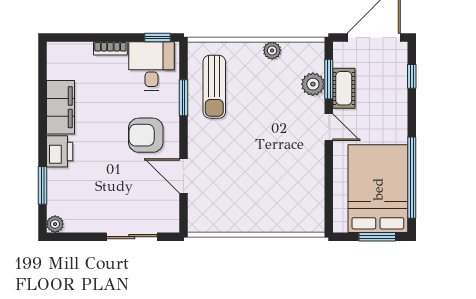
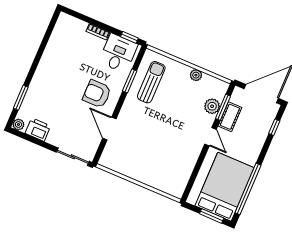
sun lounger: (214, 87) -> (151, 82), turned 180
filing cabinet: (61, 107) -> (52, 55), removed
printer: (60, 151) -> (38, 129), moved, turned -90
sliding door: (132, 237) -> (73, 157), moved

